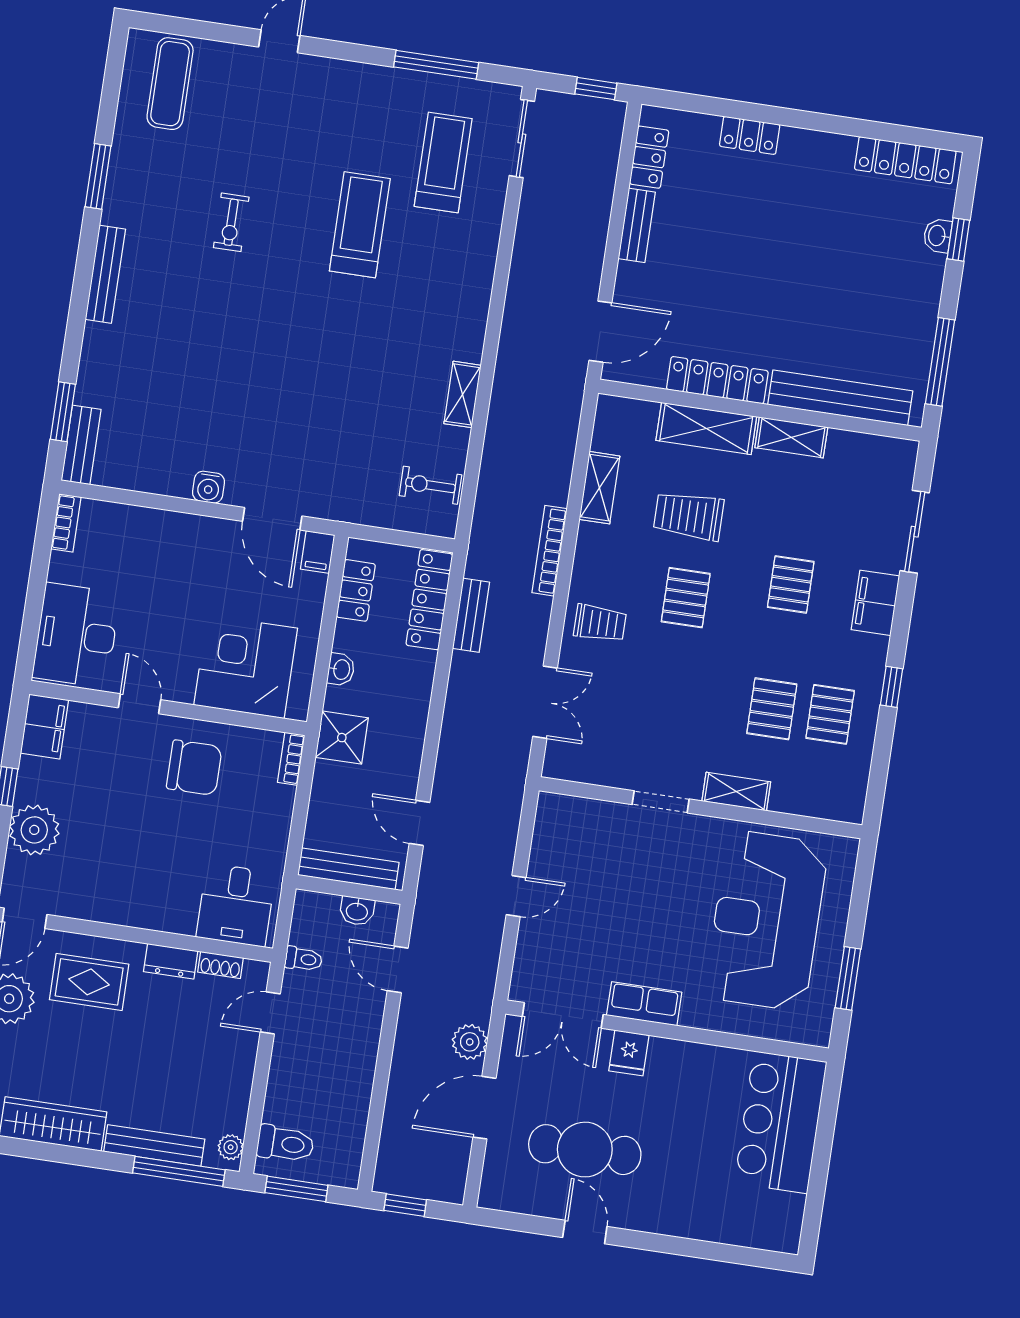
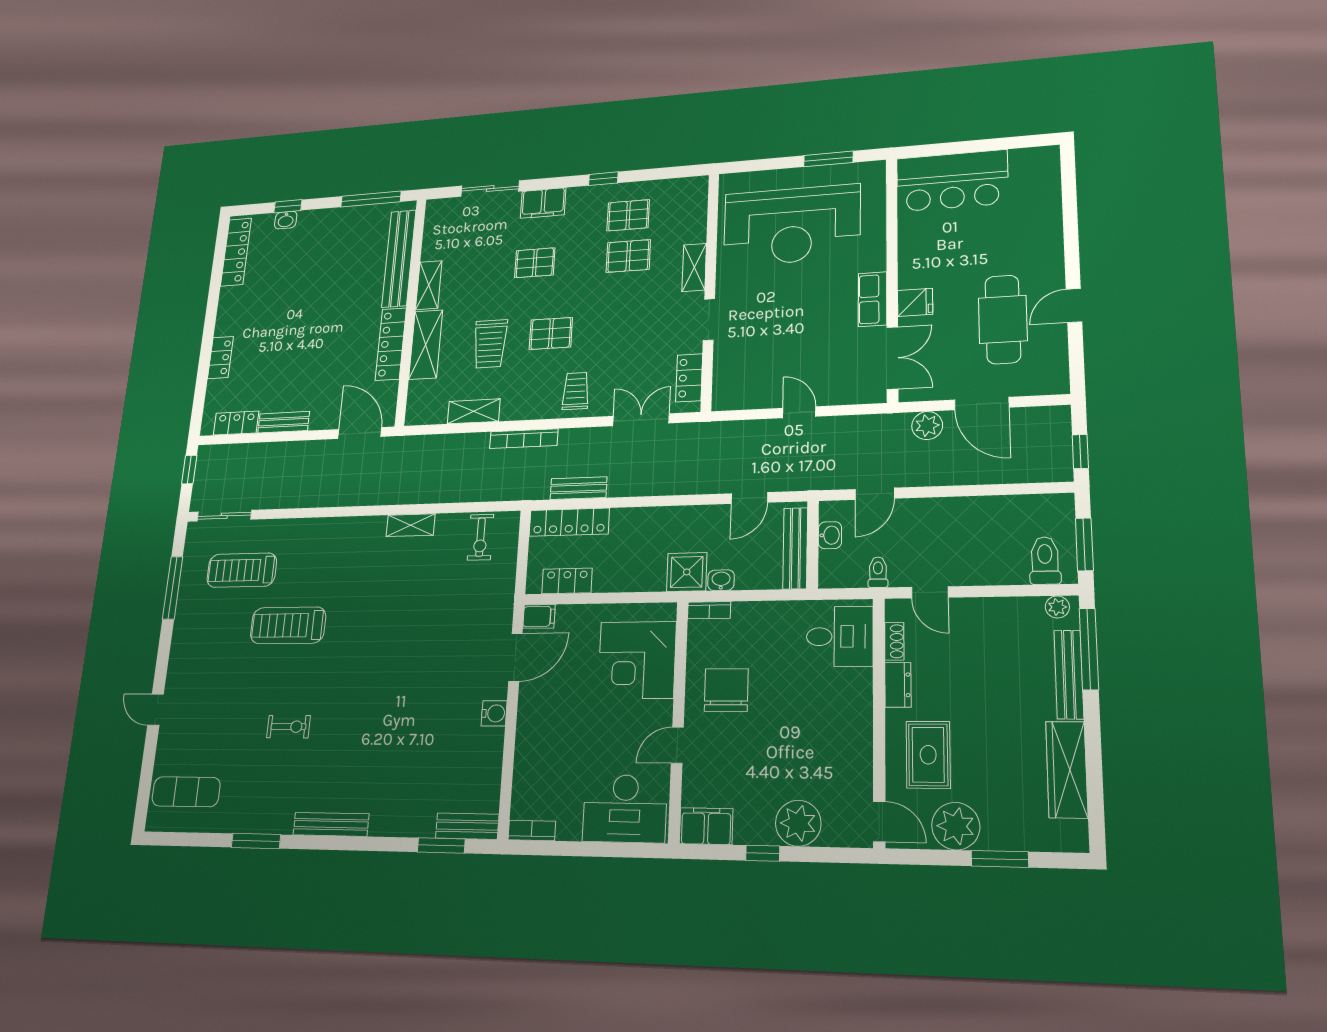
washbasin: (341, 669) -> (721, 580), moved
locker: (588, 768) -> (689, 378), added

